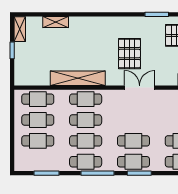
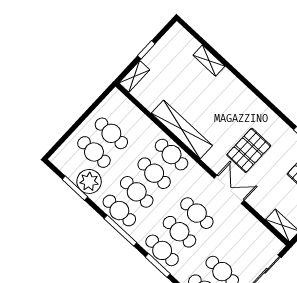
shelving: (20, 29) -> (134, 76), moved
cafe table: (38, 99) -> (197, 213), moved
plant: (51, 161) -> (89, 181), added

